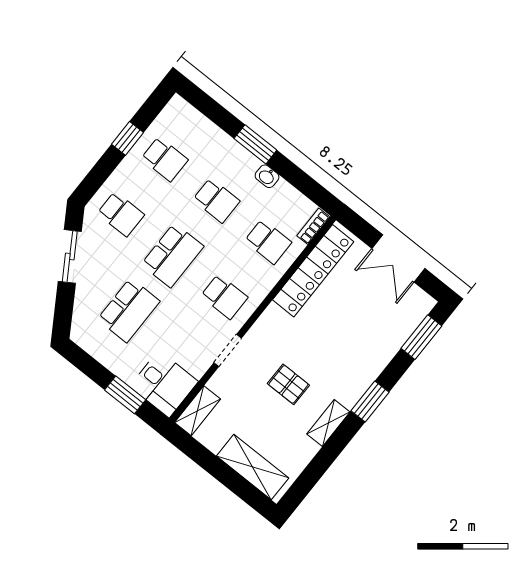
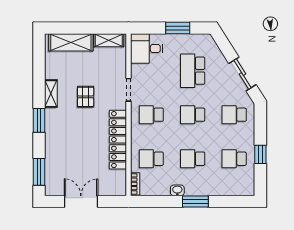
school desk: (172, 255) -> (193, 115), width x0.54
locker: (313, 271) -> (118, 140), moved
pallet: (288, 384) -> (86, 97), turned 90
window: (125, 395) -> (178, 28), moved
shelving: (198, 411) -> (109, 40), moved, turned 90

